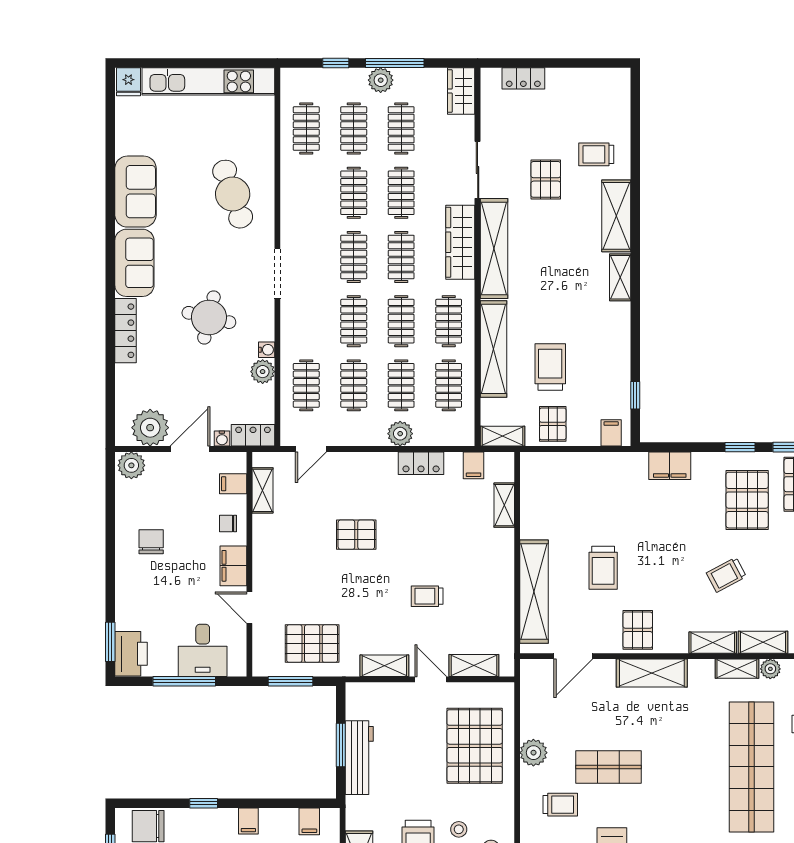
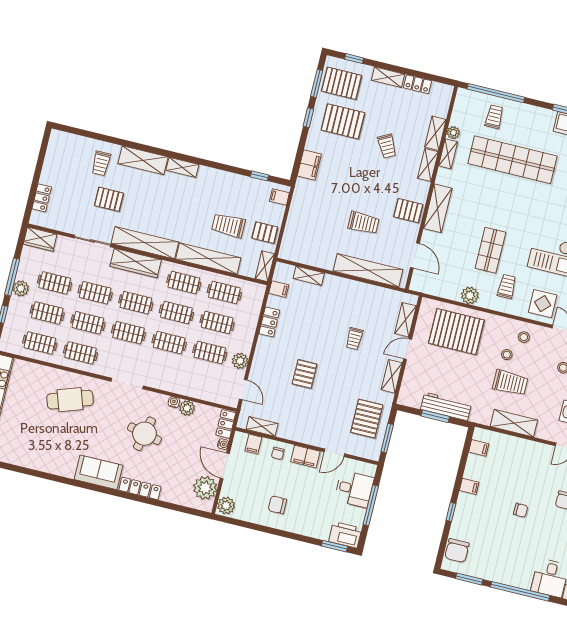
sofa: (136, 192) -> (53, 461), removed
clothes rail: (306, 385) -> (81, 353), moved
plant: (400, 434) -> (240, 361), moved

